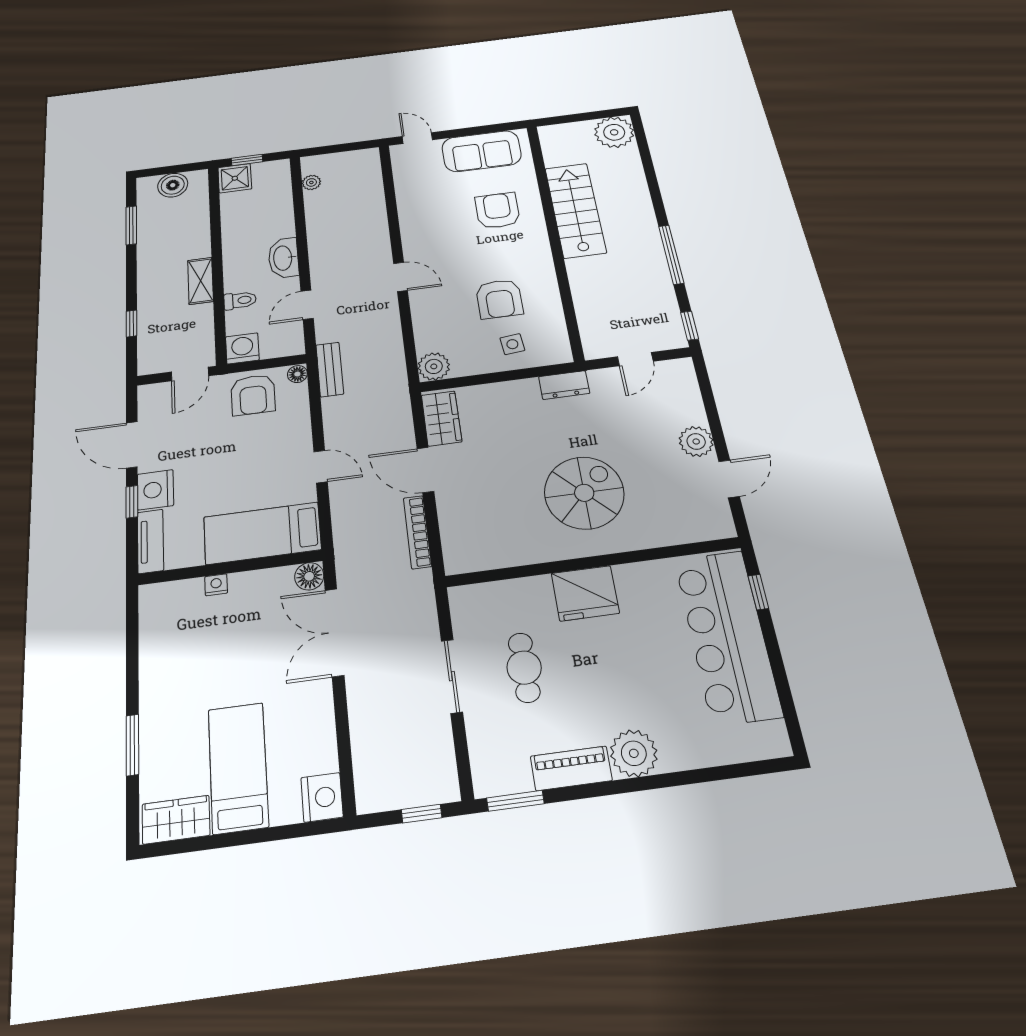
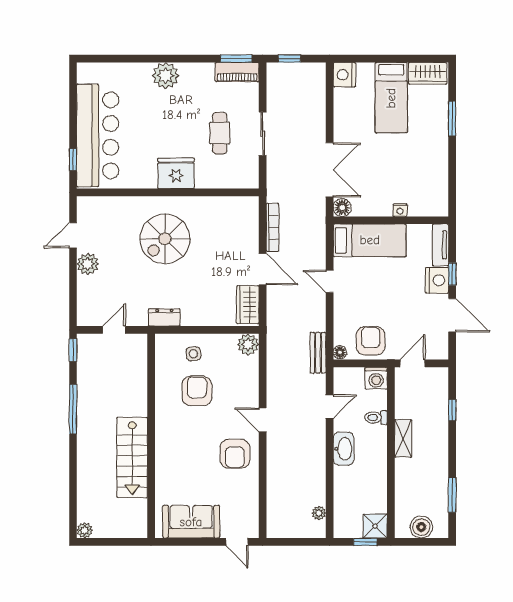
plant: (614, 132) -> (85, 530), width x0.53, depth x0.53
armchair: (498, 211) -> (235, 454), moved
piano: (571, 768) -> (237, 72), moved

